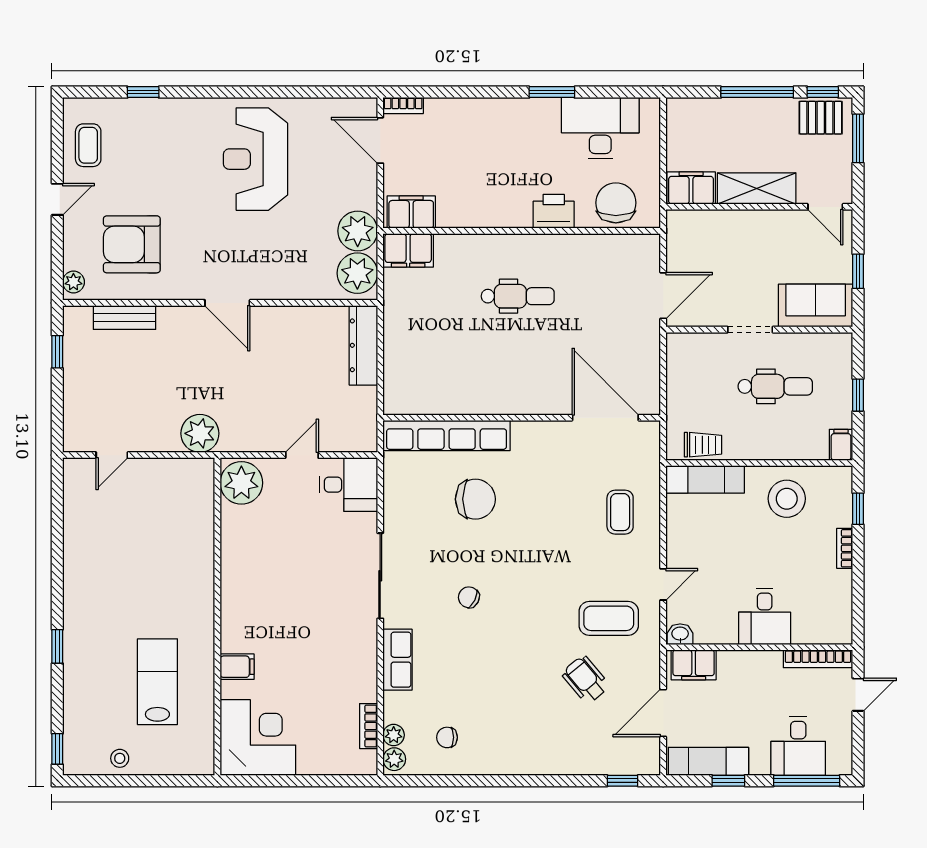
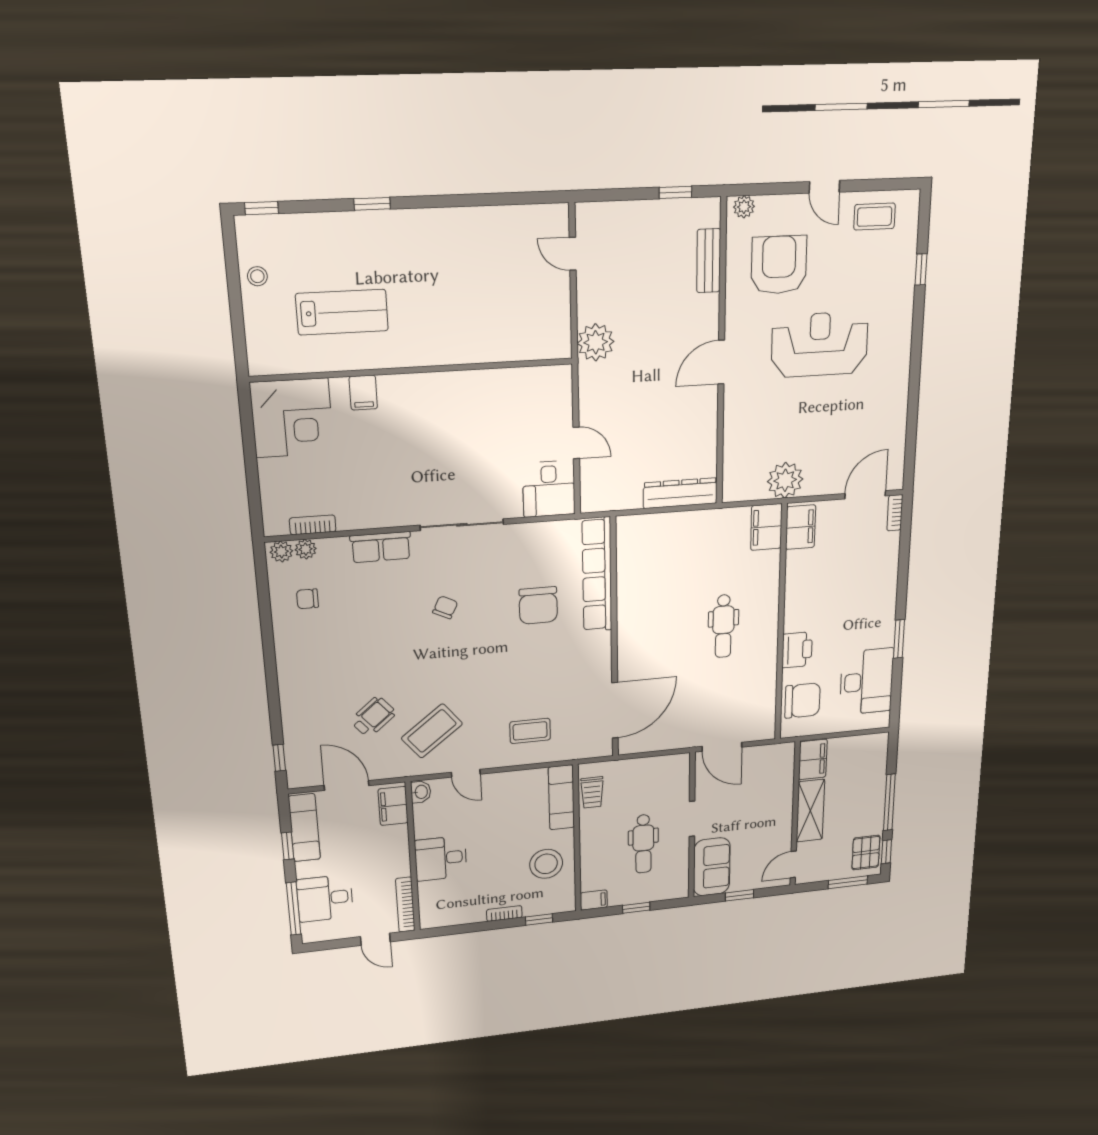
reception desk: (256, 159) -> (820, 344), moved
plant: (357, 273) -> (747, 483), removed
plant: (241, 483) -> (548, 386), removed
coffee table: (609, 618) -> (432, 731), turned 52
chair: (447, 737) -> (307, 599), turned -90

